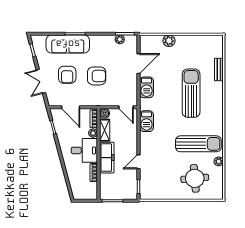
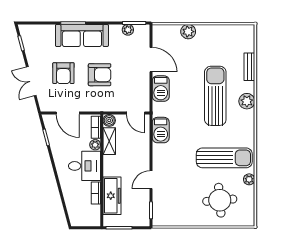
sofa: (68, 44) -> (82, 35), moved
door: (139, 64) -> (151, 60), hinge flipped
plant: (217, 98) -> (247, 101), added
freezer: (107, 158) -> (112, 196), moved

